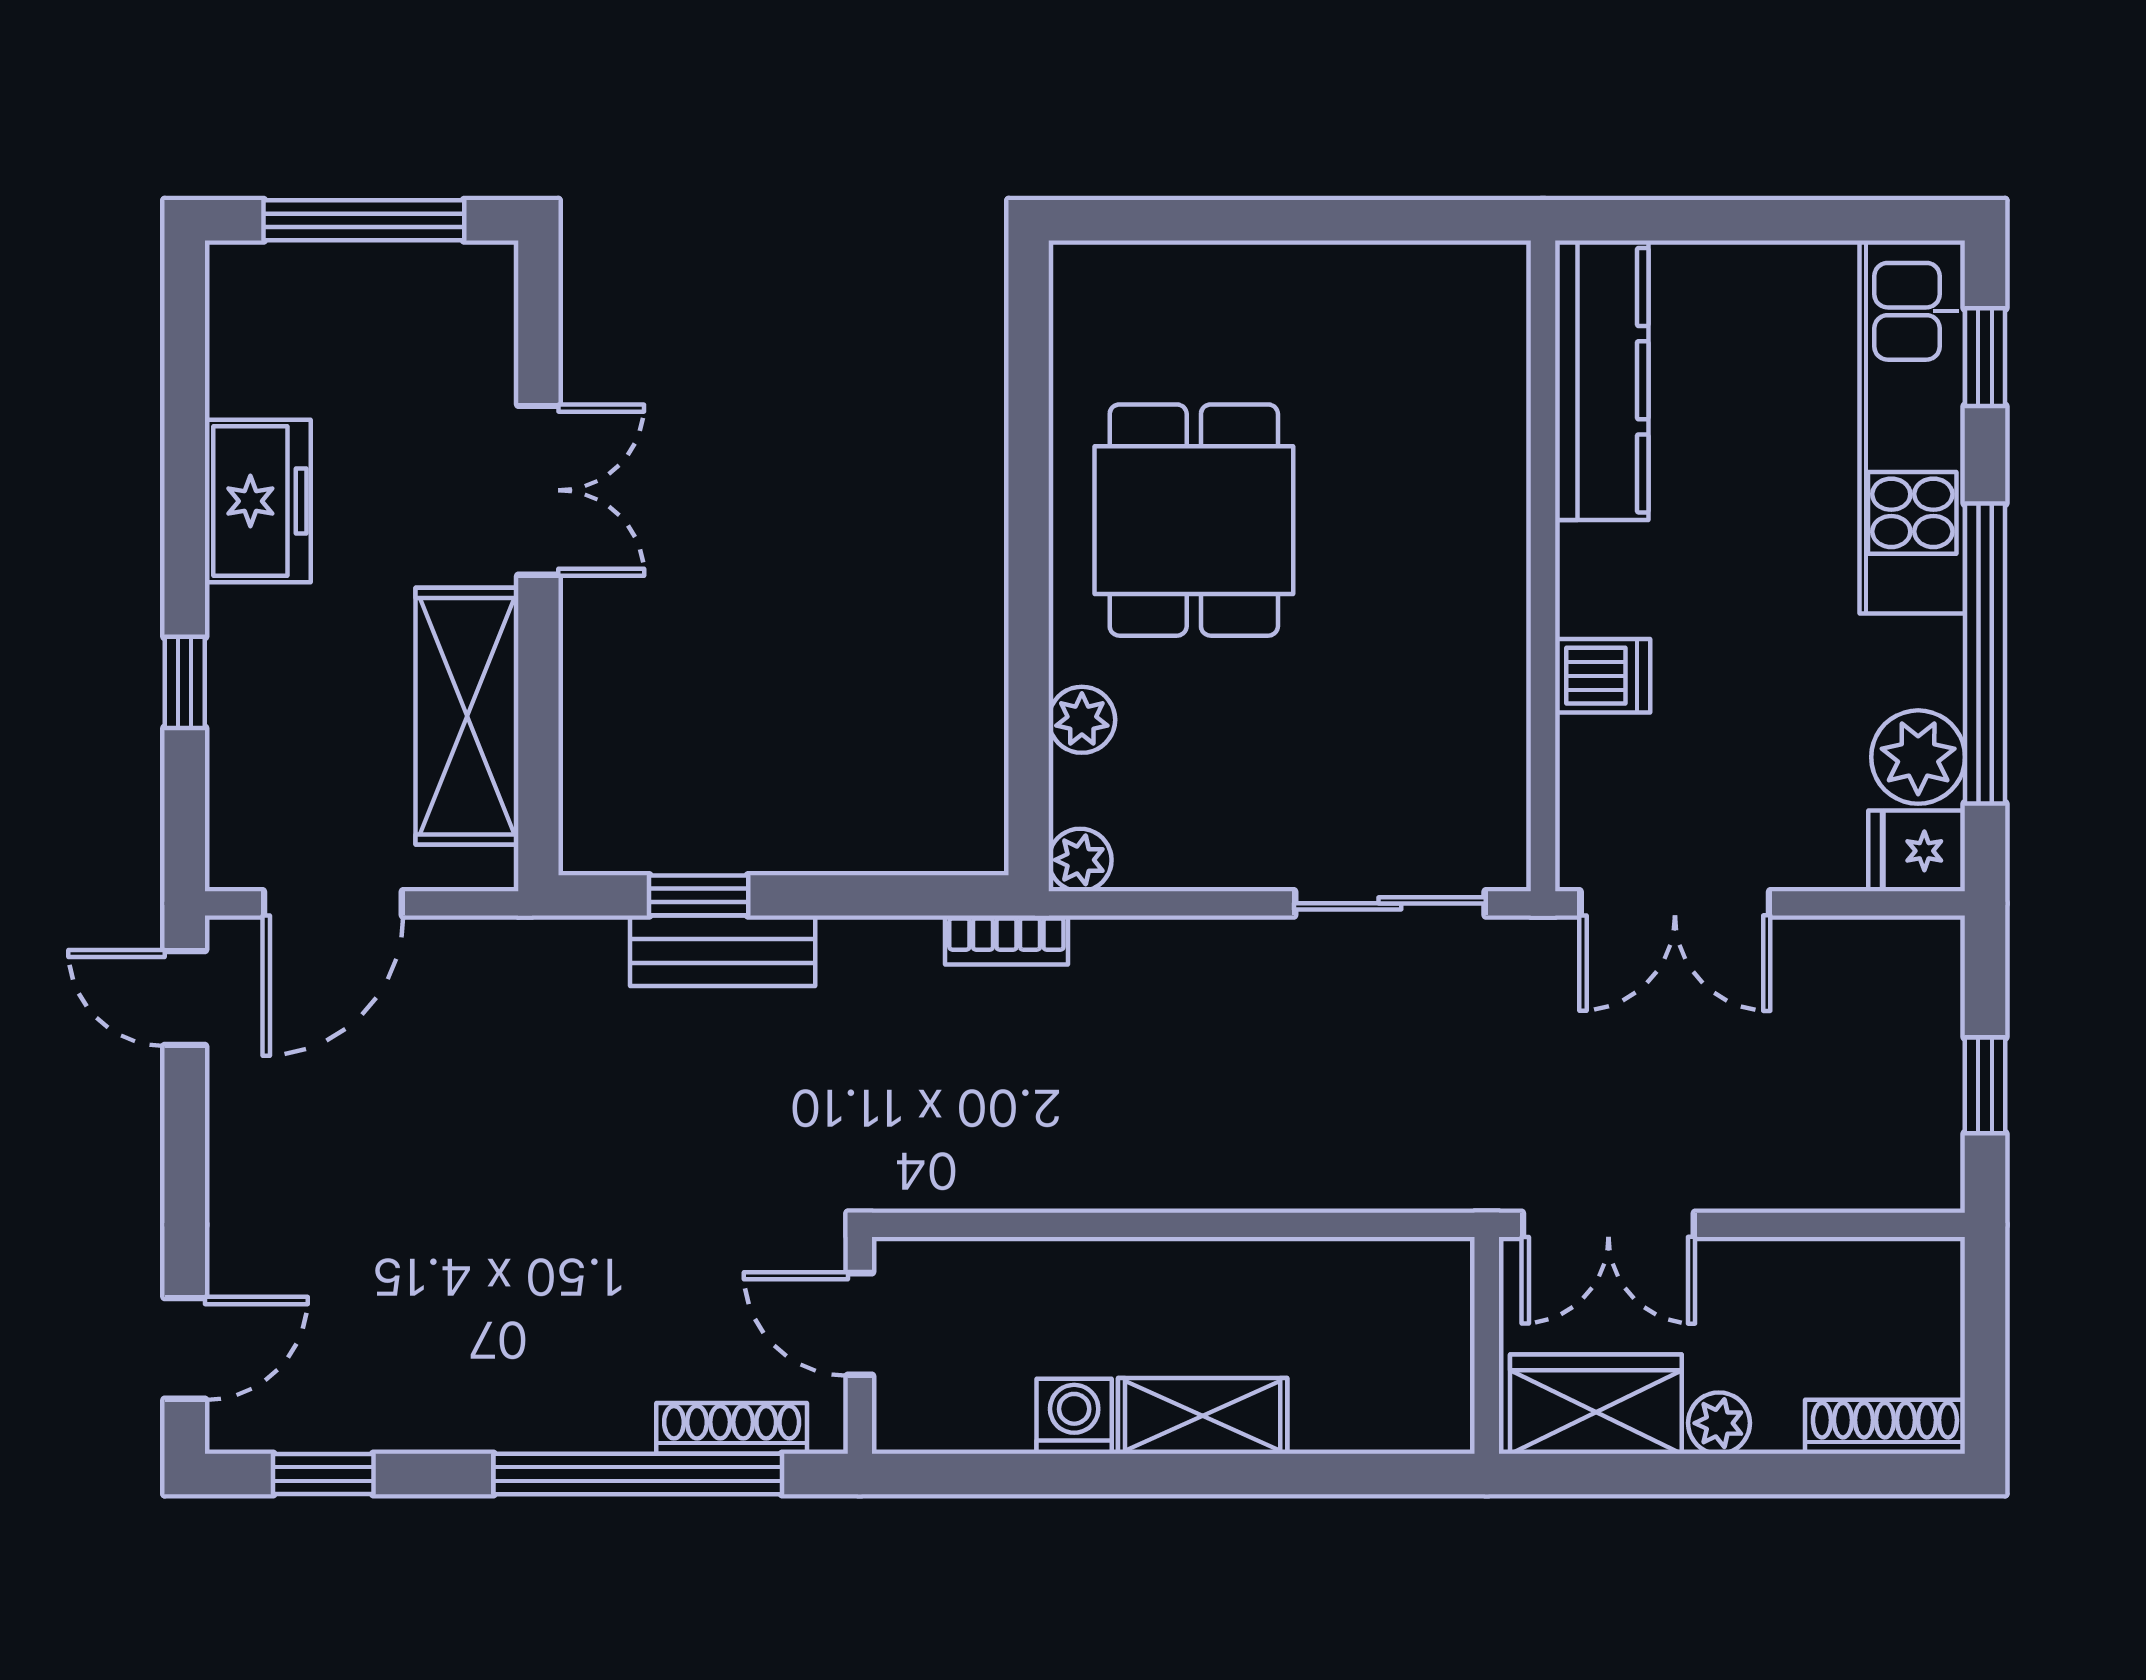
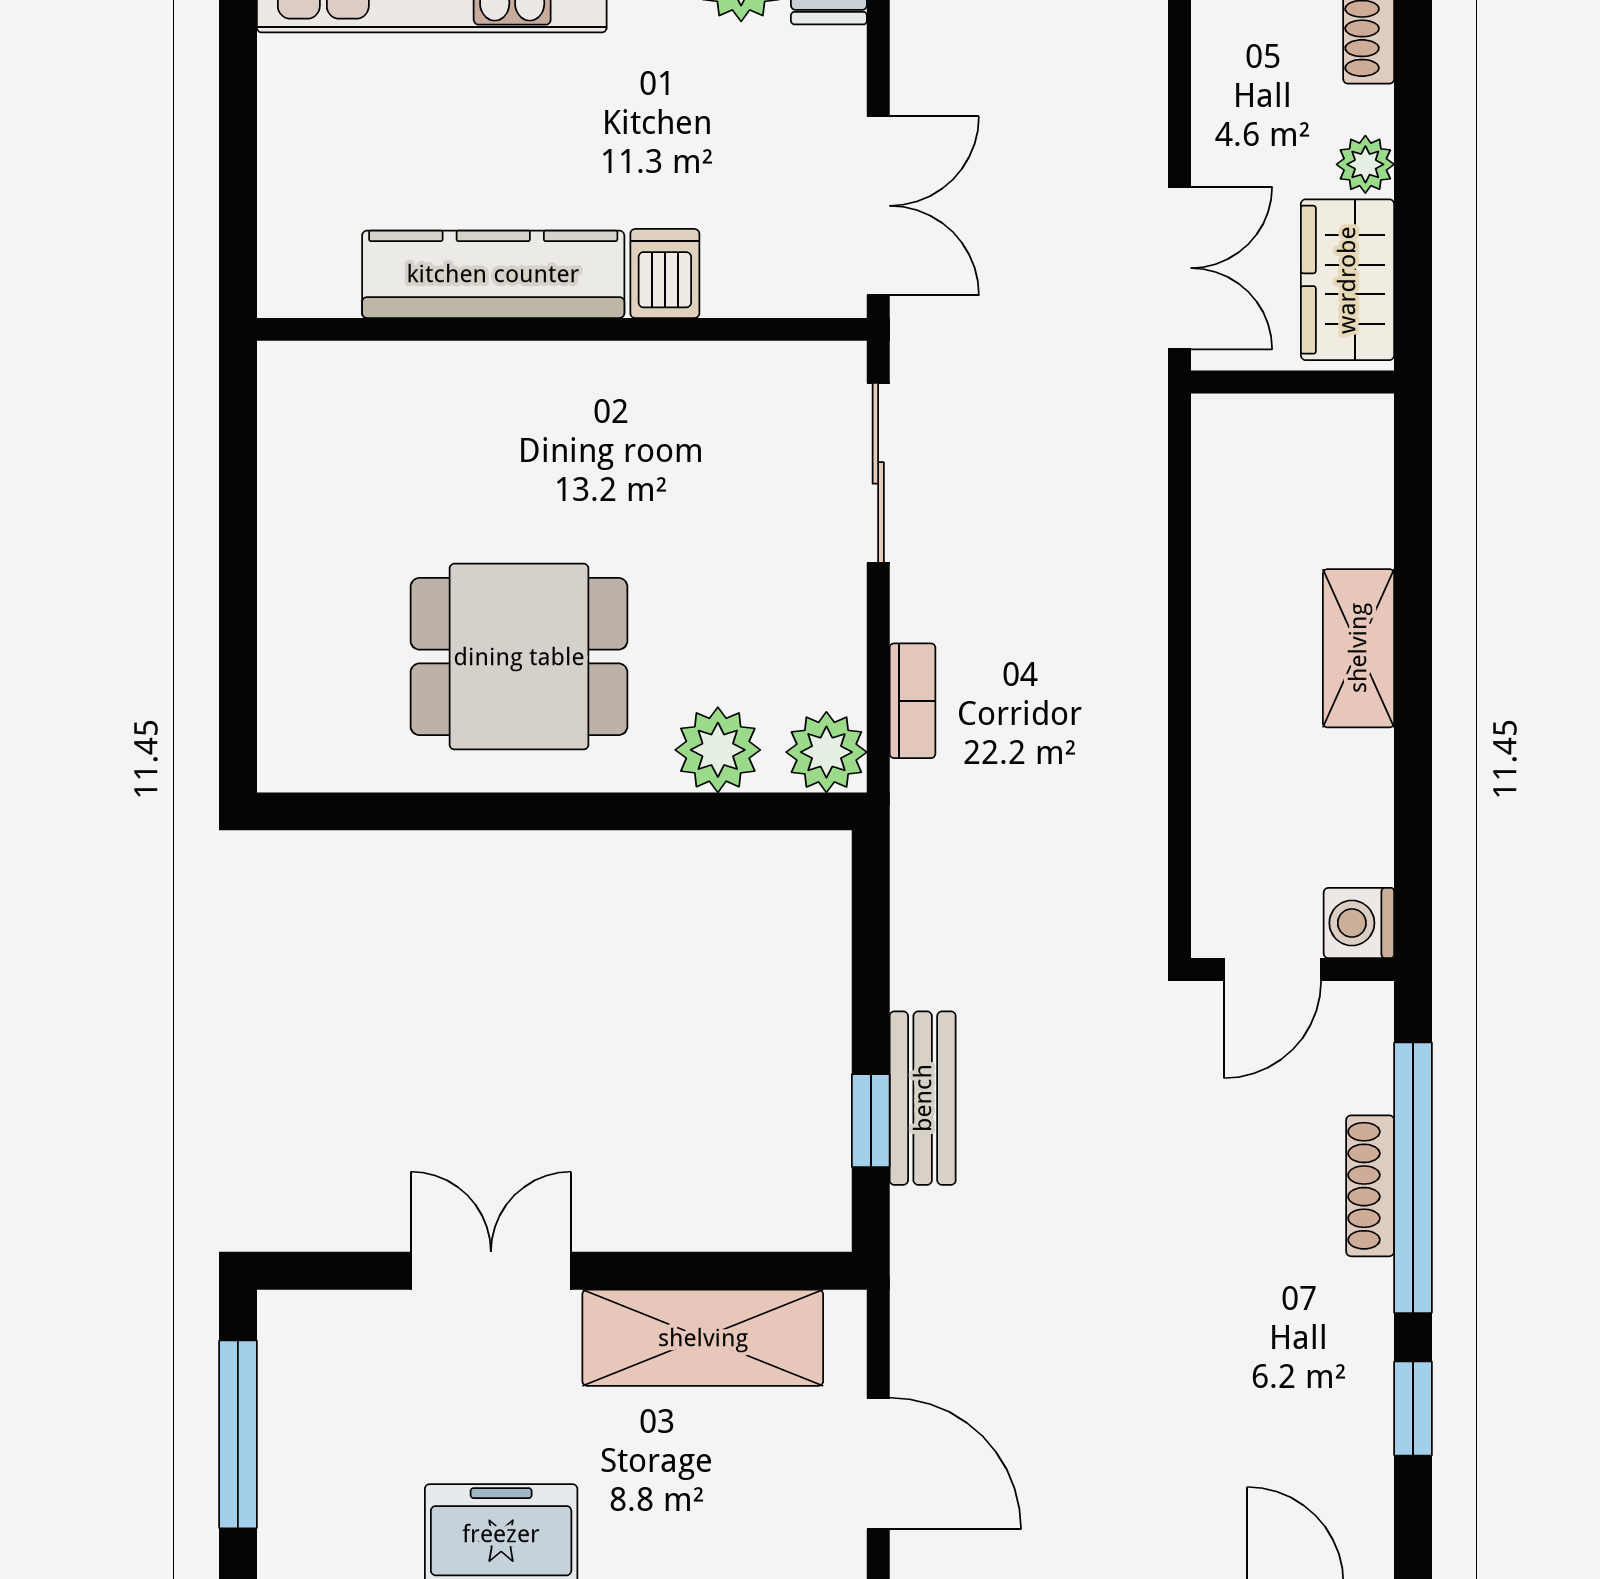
kitchen counter: (1602, 380) -> (493, 274), moved
plant: (1082, 720) -> (718, 750), width x1.38, depth x1.38
plant: (1080, 860) -> (826, 752), width x1.38, depth x1.38
bookcase: (1006, 940) -> (912, 701), moved
washing machine: (1074, 1416) -> (1359, 923), moved
shoe rack: (732, 1428) -> (1370, 1186), moved
window: (323, 1474) -> (1413, 1408), moved

